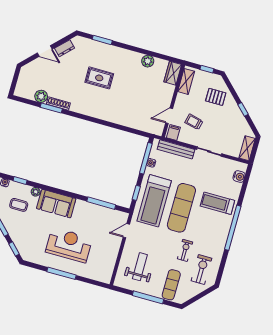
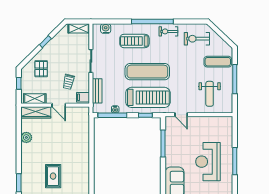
wardrobe: (173, 73) -> (36, 112), width x1.50
door: (169, 116) -> (59, 105), moved
bench: (176, 149) -> (97, 91), width x0.73
treadmill: (217, 203) -> (134, 41), turned 90
exercise bike: (185, 250) -> (168, 31), moved
weight bench: (140, 267) -> (210, 94), turned -90

